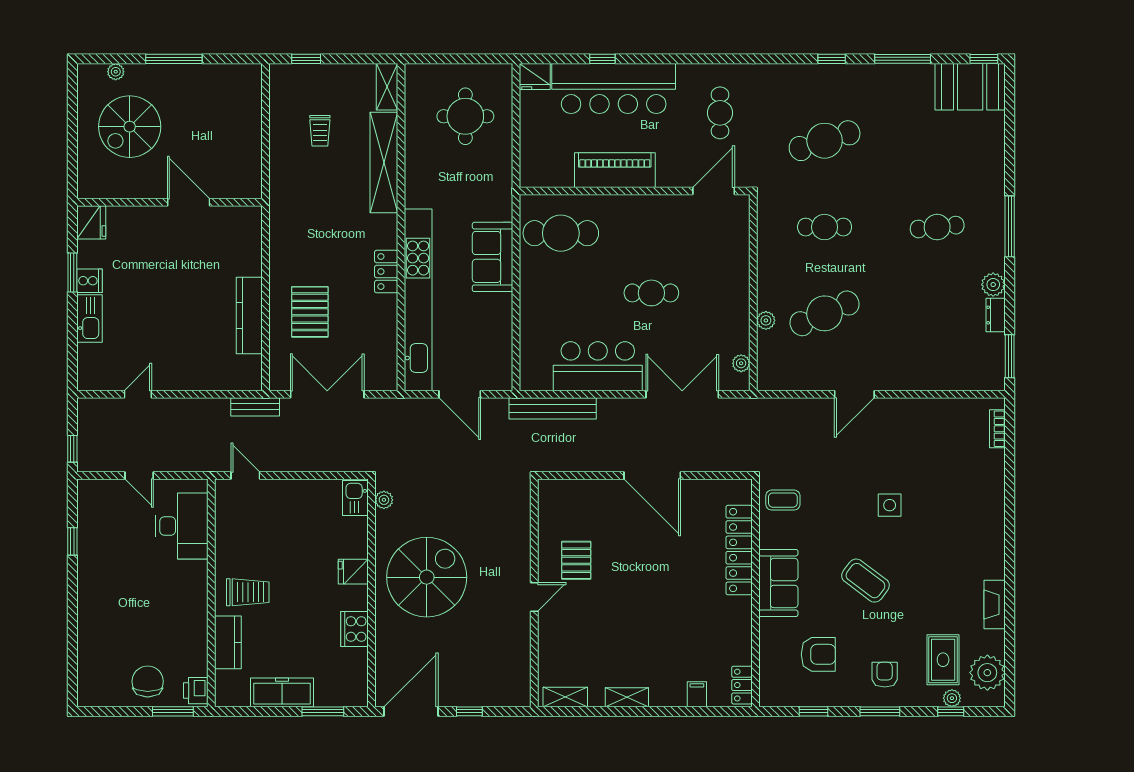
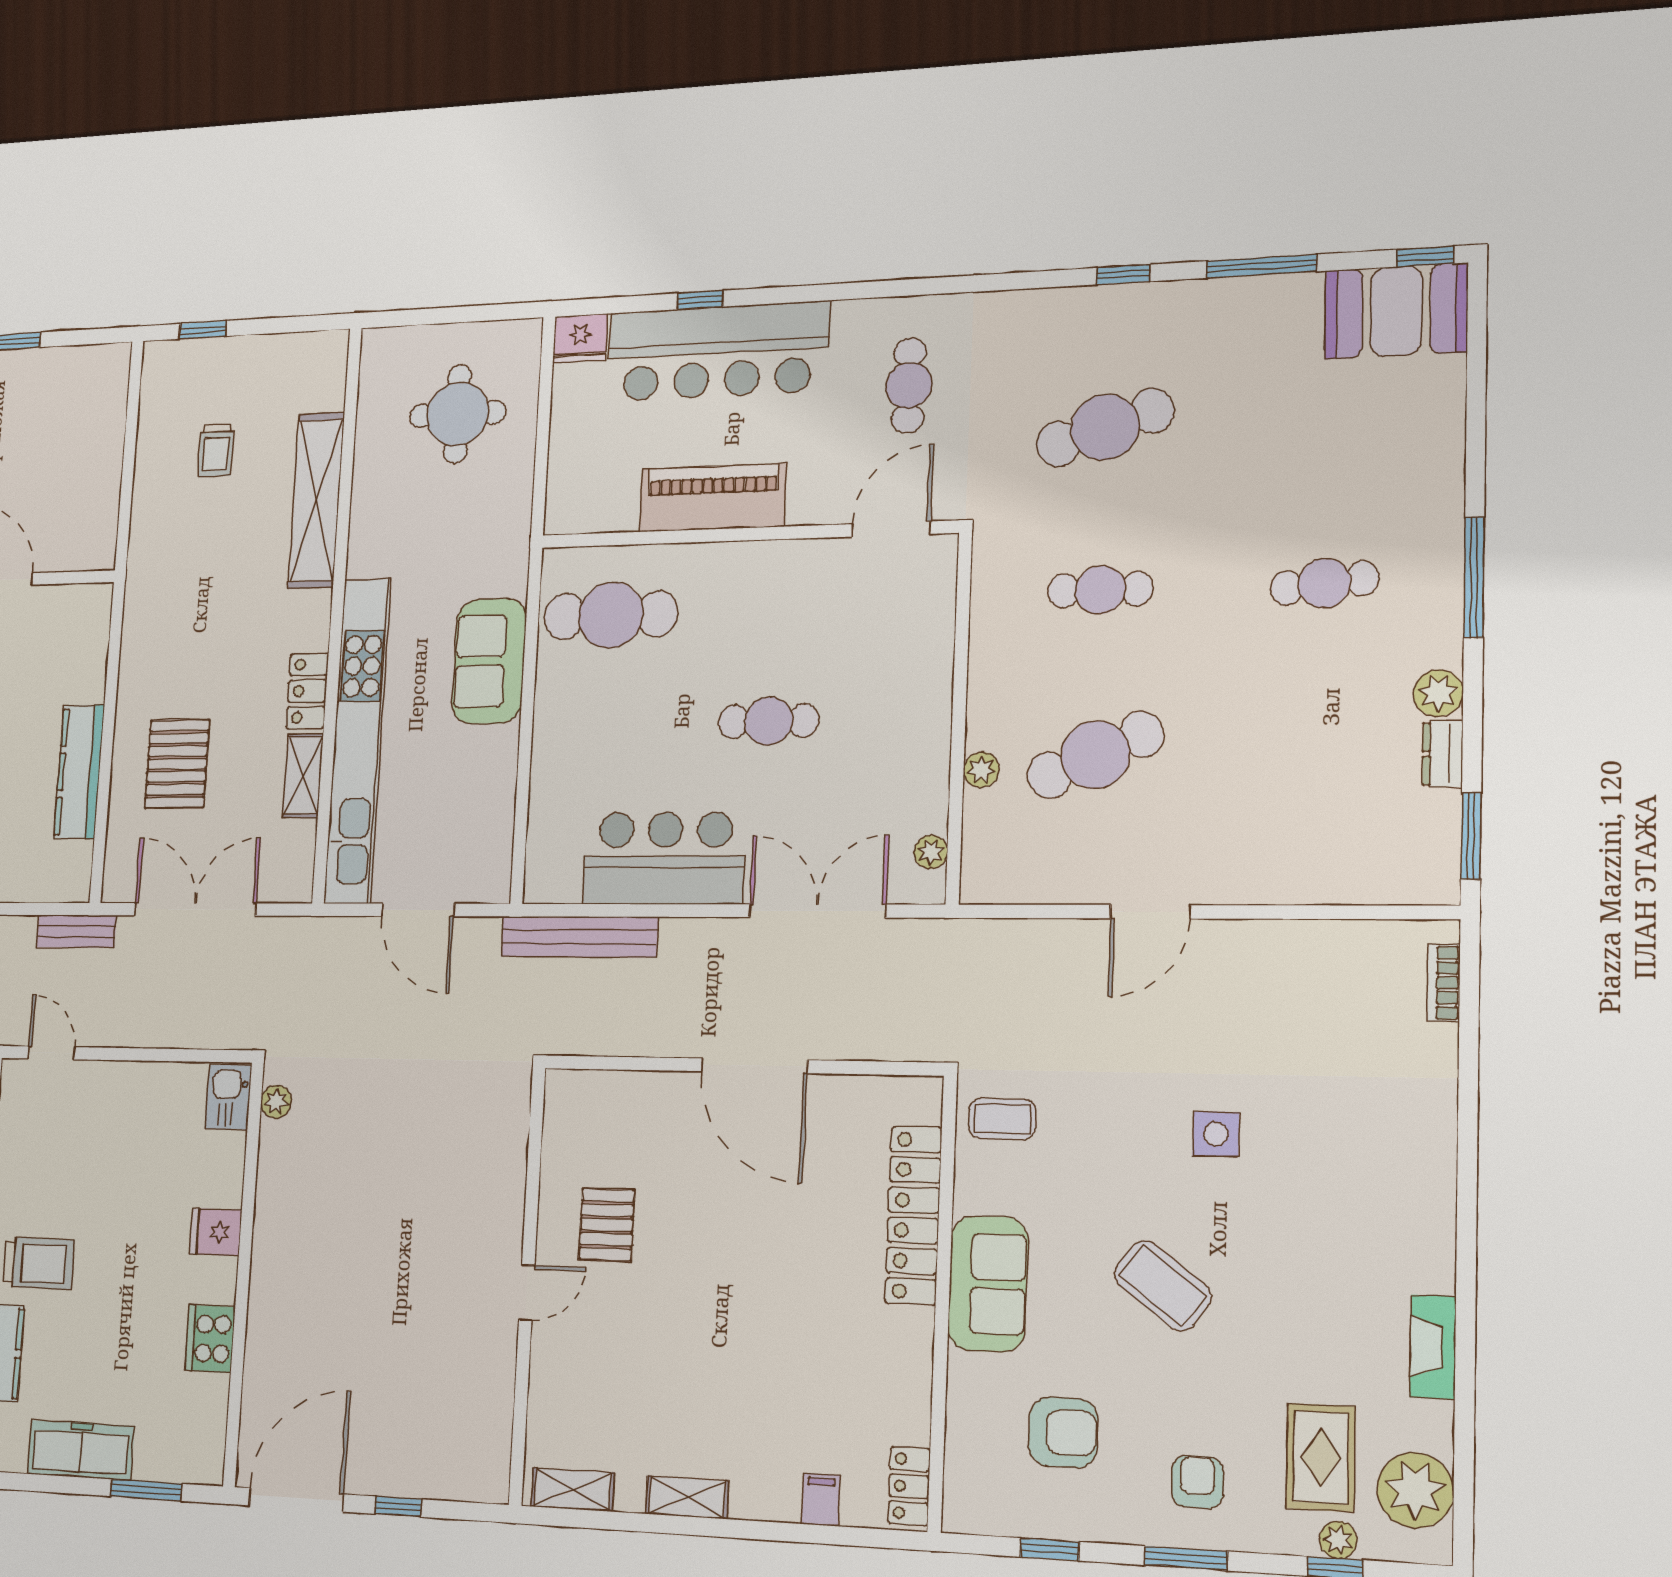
shelving: (387, 87) -> (303, 776), moved
spiral stairs: (427, 577) -> (340, 1247), removed

